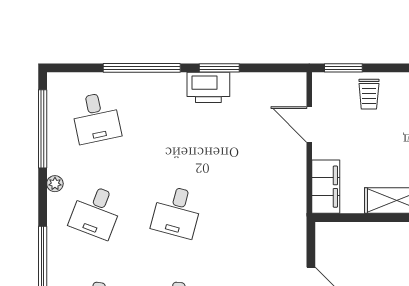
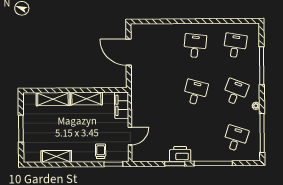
desk: (96, 118) -> (236, 139), turned 30
door: (309, 124) -> (130, 136), hinge flipped

